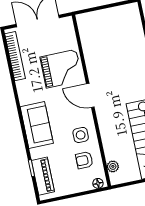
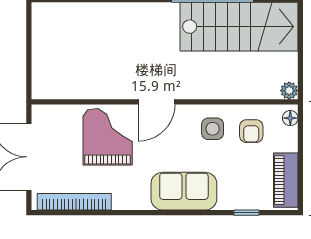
plant: (113, 166) -> (289, 91), moved
piano: (43, 176) -> (286, 180), moved, turned -90

